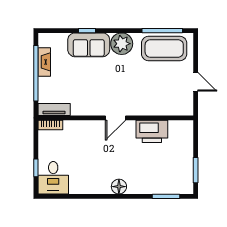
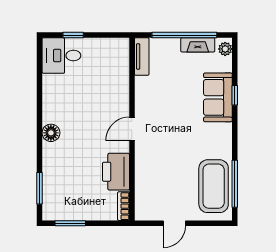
plant: (122, 44) -> (225, 49), moved, width x0.53, depth x0.53
door: (116, 118) -> (132, 129), hinge flipped
bookcase: (50, 125) -> (123, 206), moved

